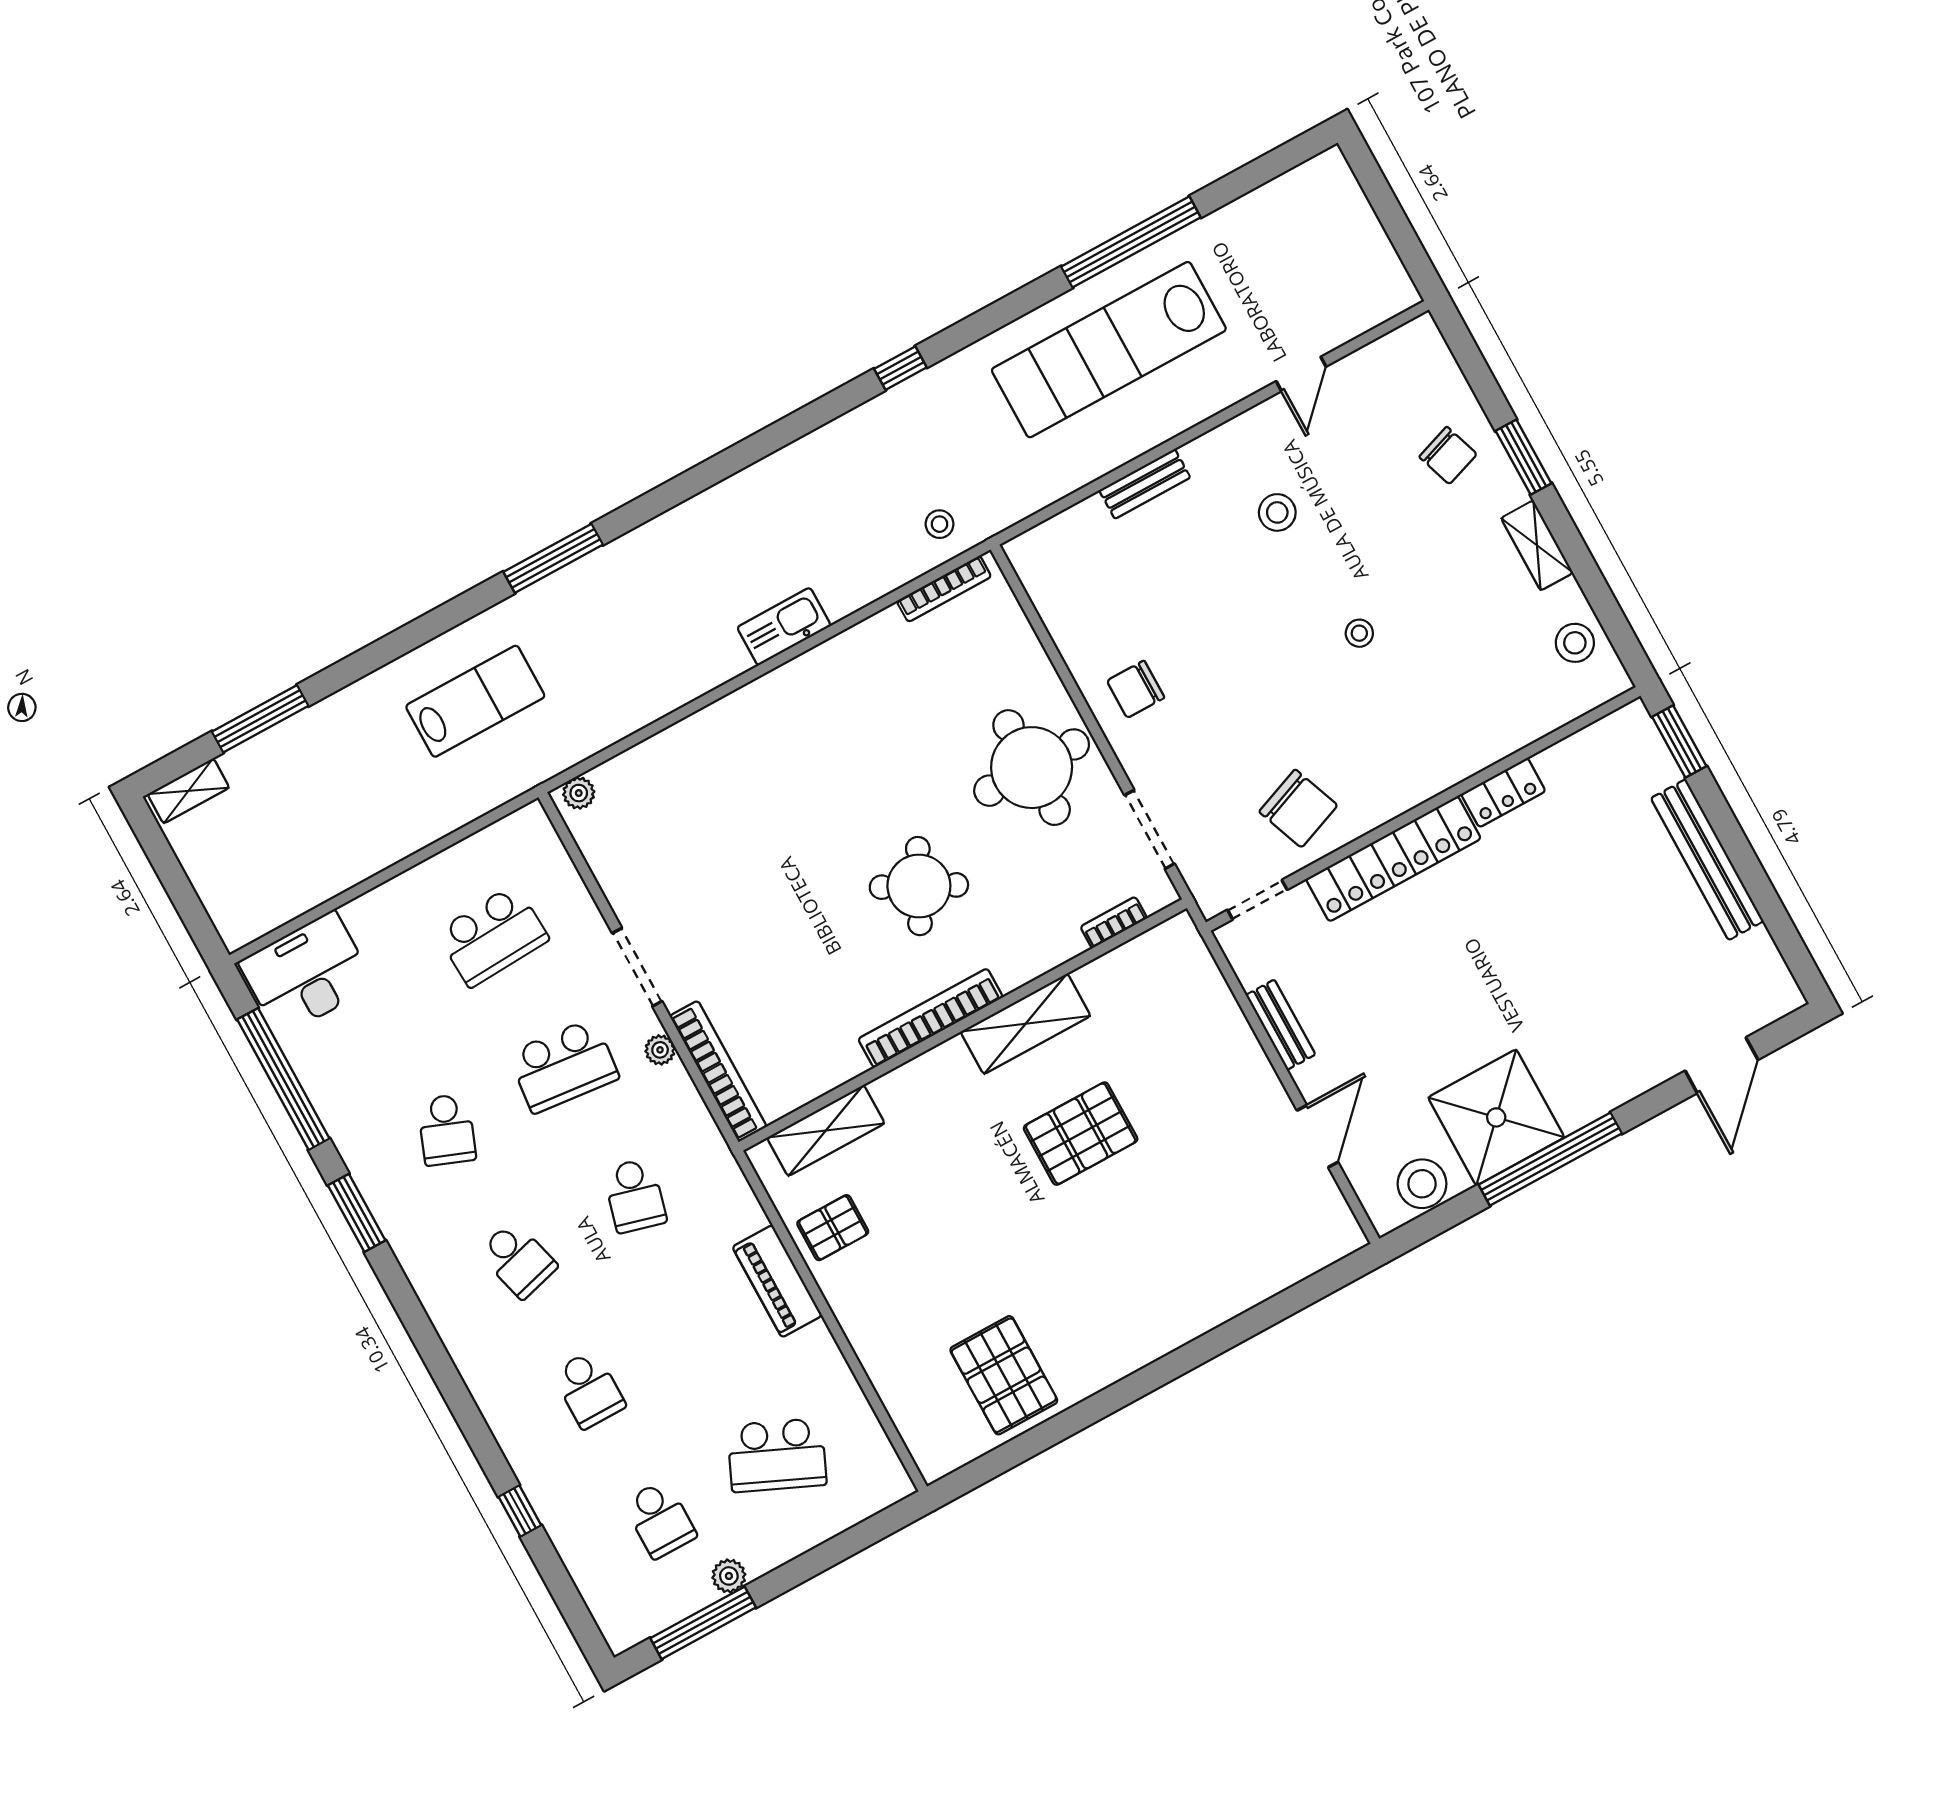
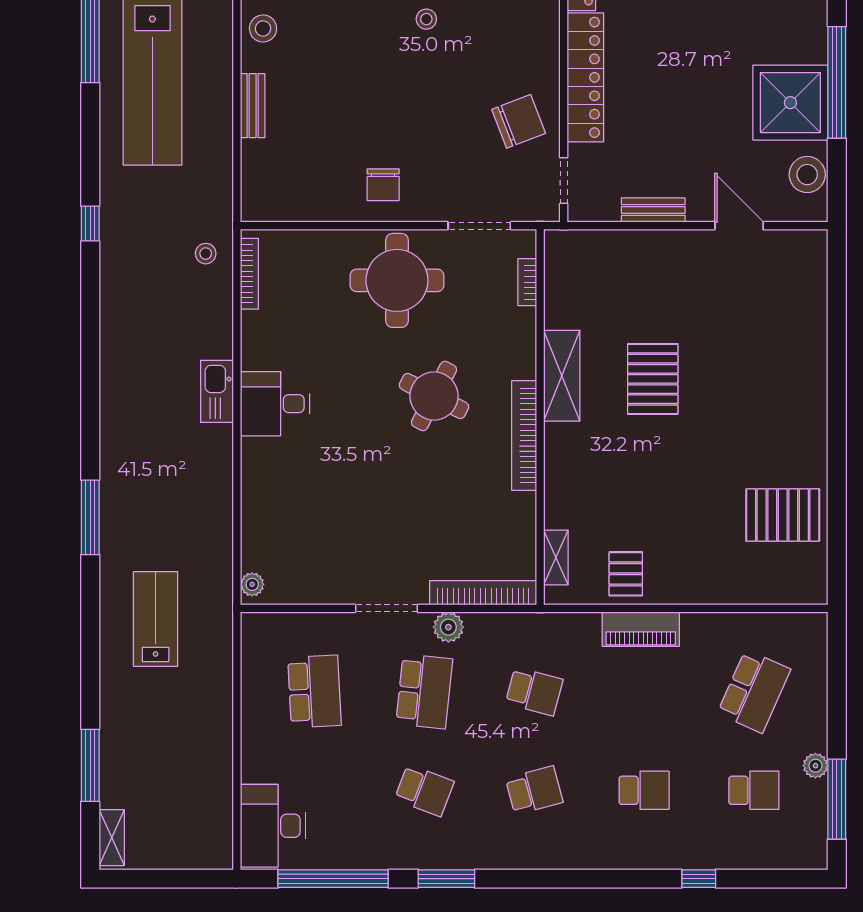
stool: (1277, 512) -> (263, 29), moved
desk: (807, 703) -> (275, 404), added
plant: (660, 1050) -> (448, 627), width x1.38, depth x1.38
shelving: (826, 1131) -> (556, 557), width x0.67, depth x0.75

